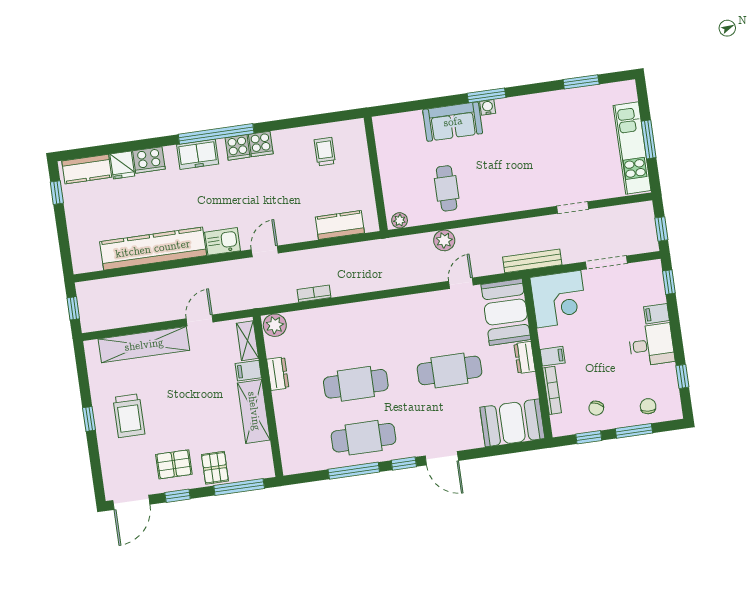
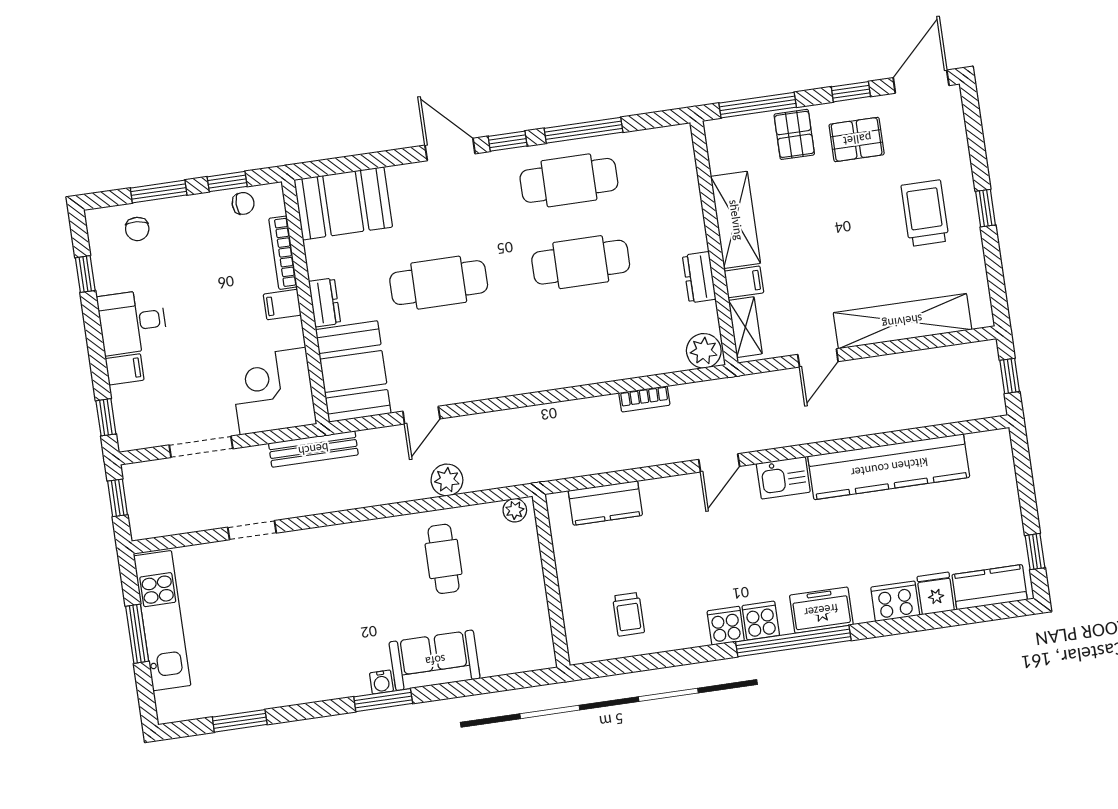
chair: (596, 408) -> (243, 203), moved, turned 64

